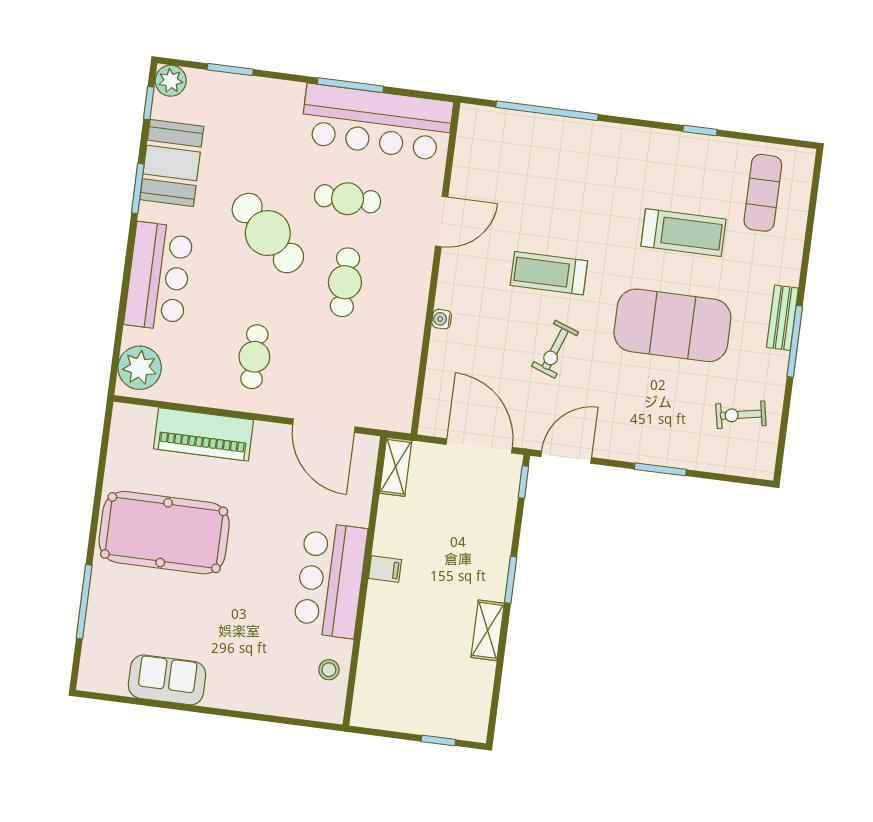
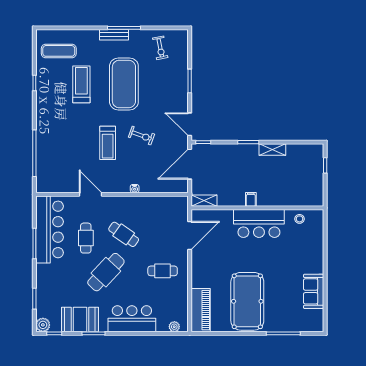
cafe table: (345, 282) -> (124, 234), turned 35
plant: (140, 368) -> (174, 327), width x0.53, depth x0.53
piano: (203, 434) -> (201, 310), moved

